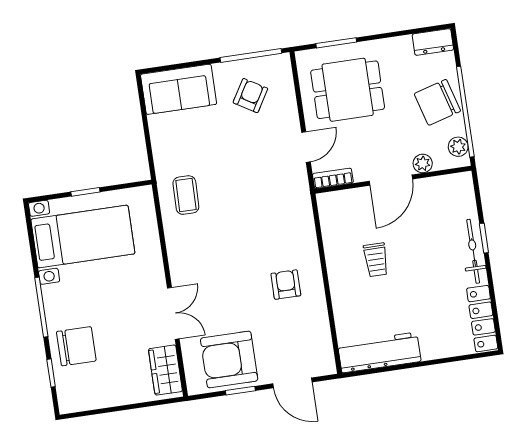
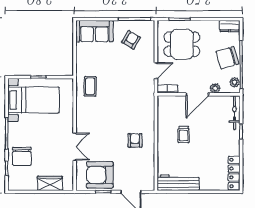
bicycle: (473, 251) -> (234, 113), moved
chair: (76, 346) -> (22, 156), turned 90
wardrobe: (165, 370) -> (50, 183), moved, turned 90

